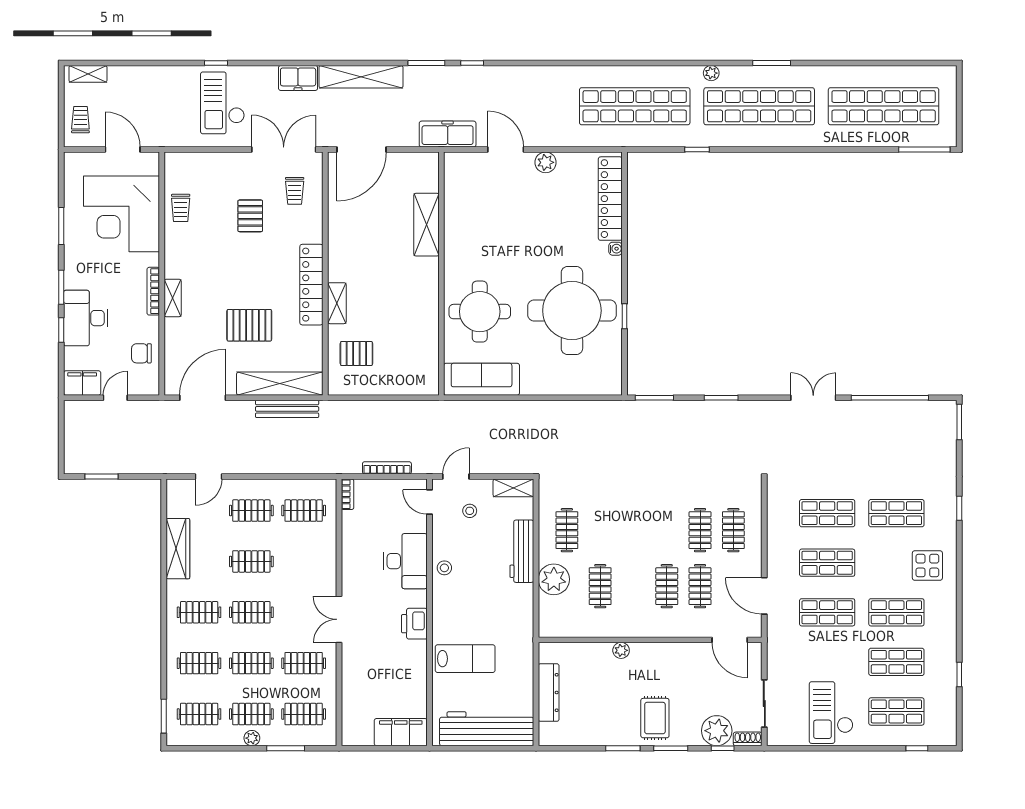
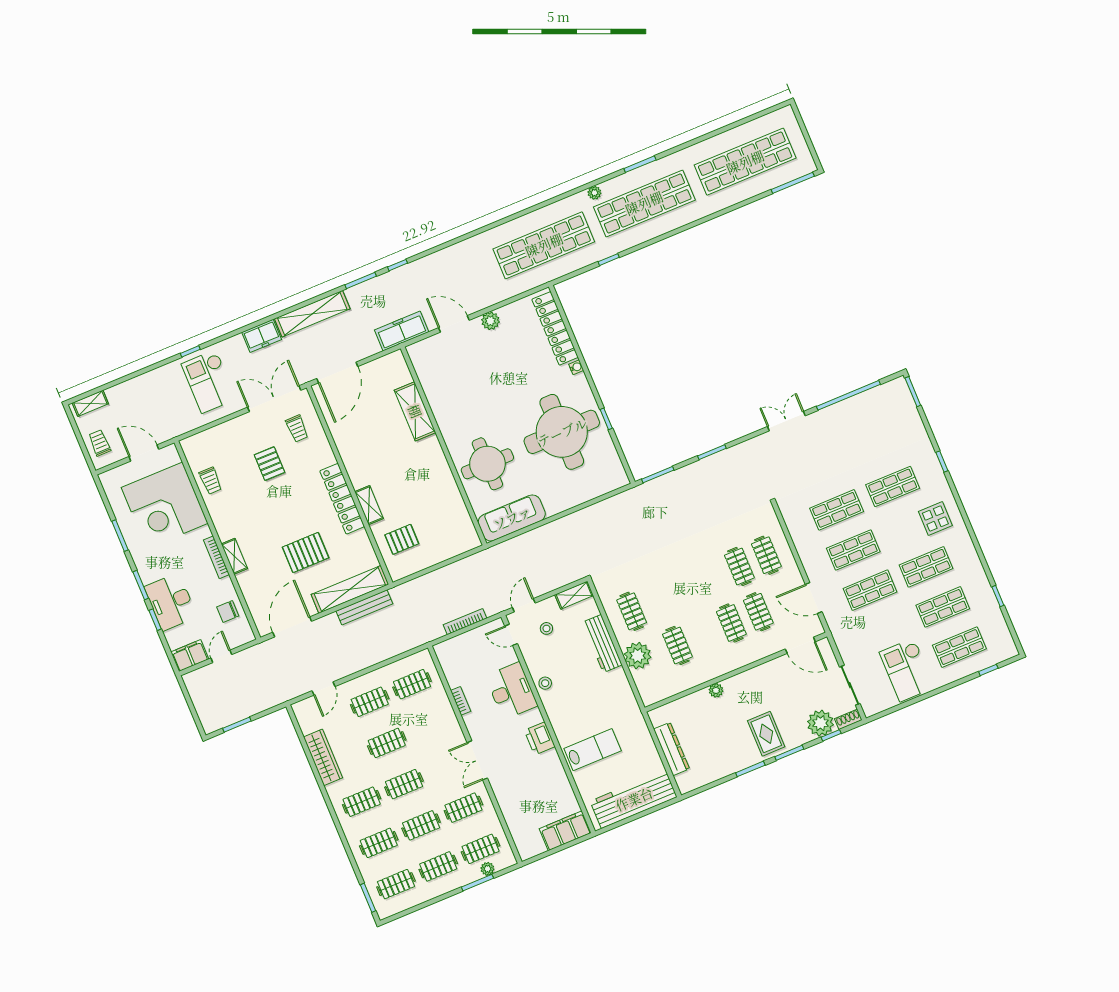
bookcase: (348, 494) -> (461, 701), moved
plant: (252, 738) -> (487, 869), moved

